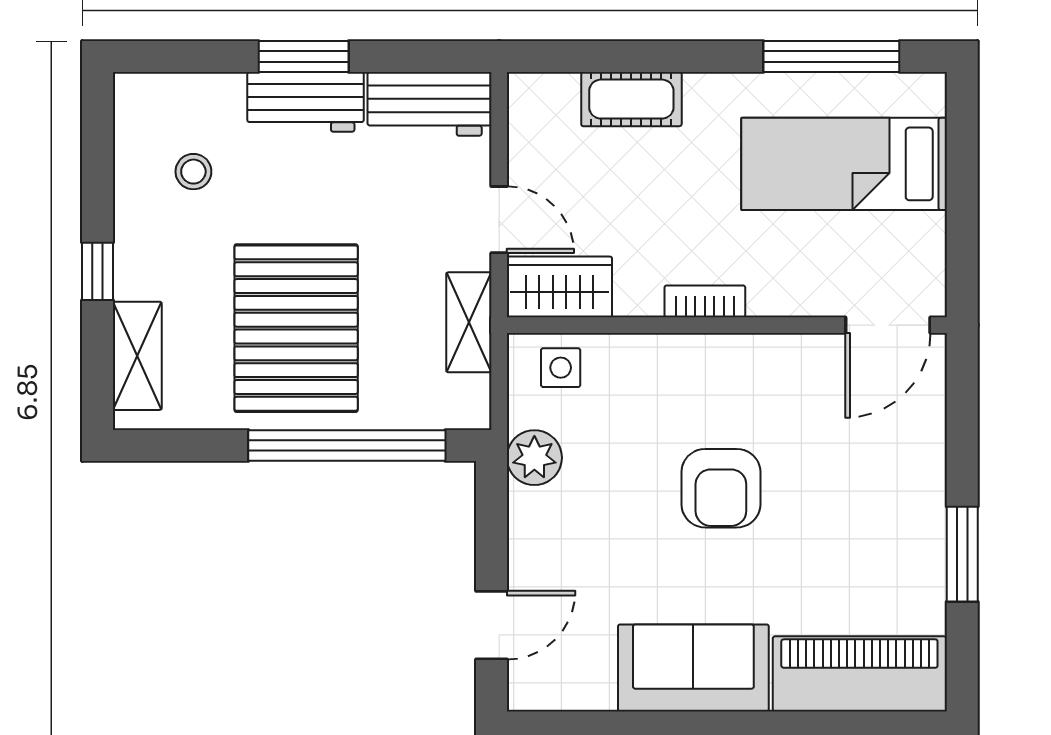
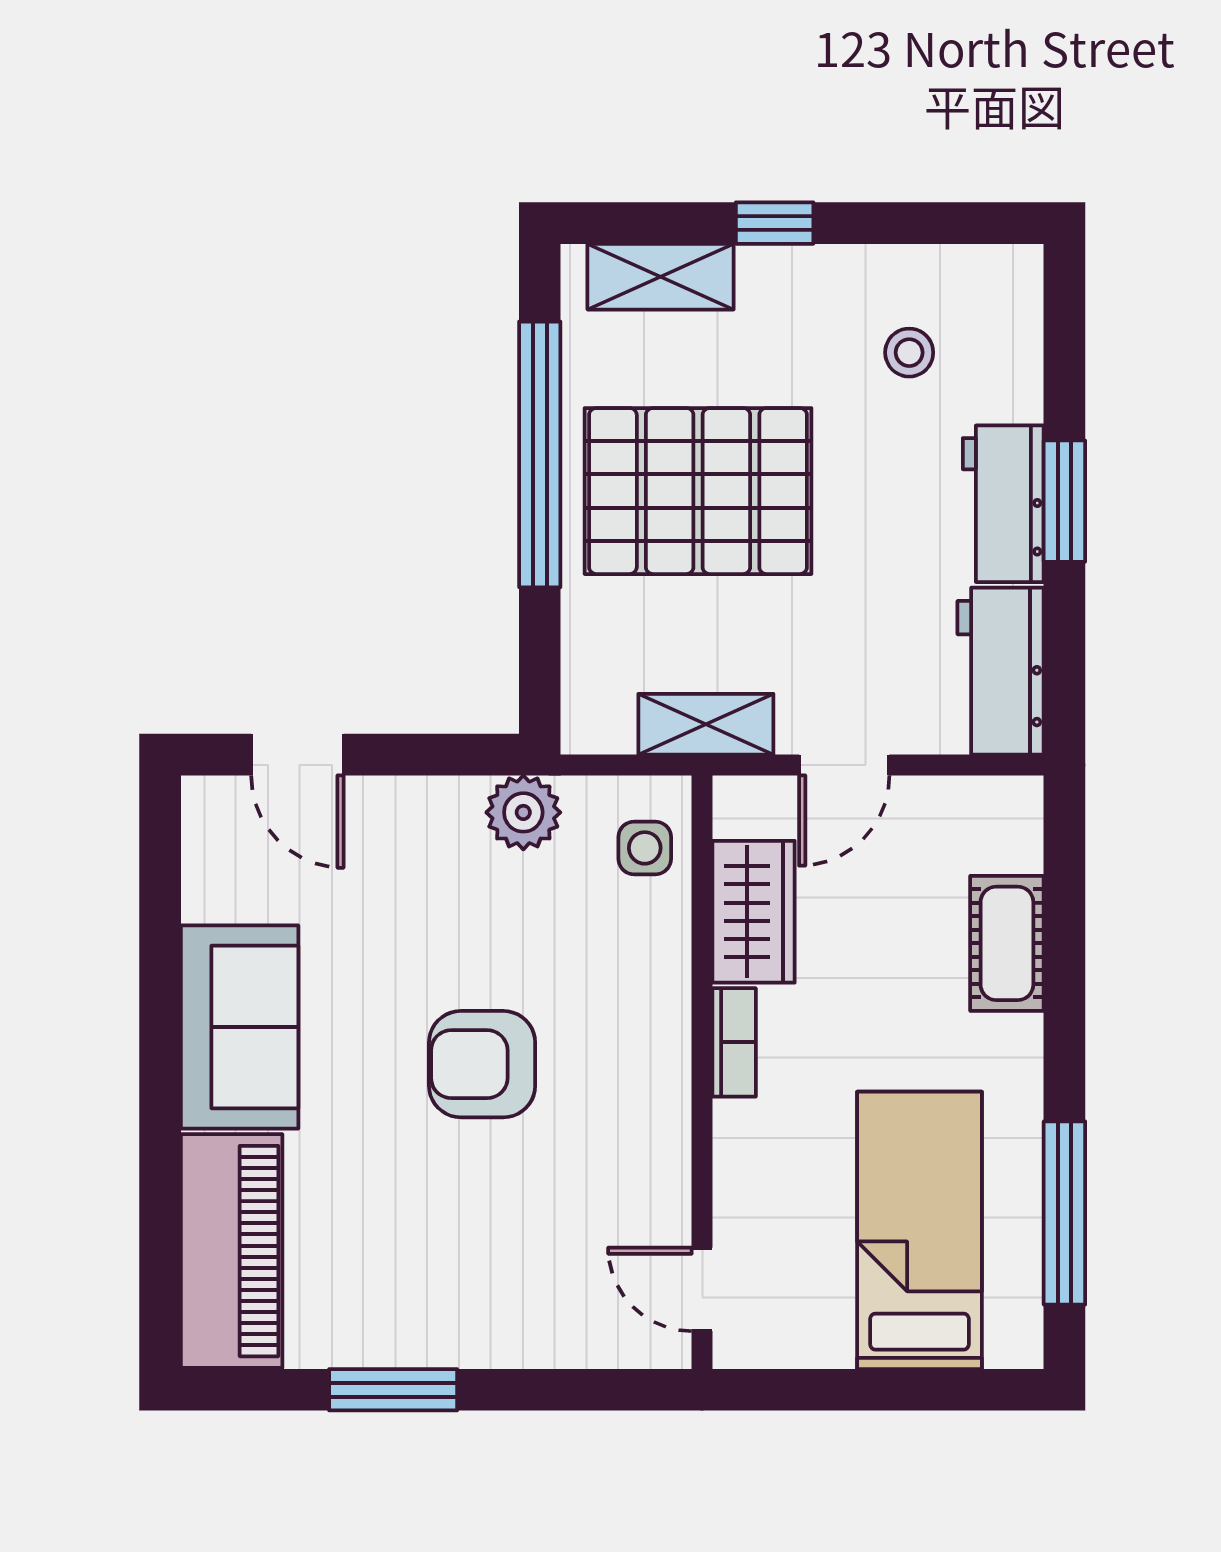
wardrobe: (559, 287) -> (753, 912), moved
door: (888, 325) -> (702, 1289), width x0.73
window: (347, 445) -> (540, 454), moved

